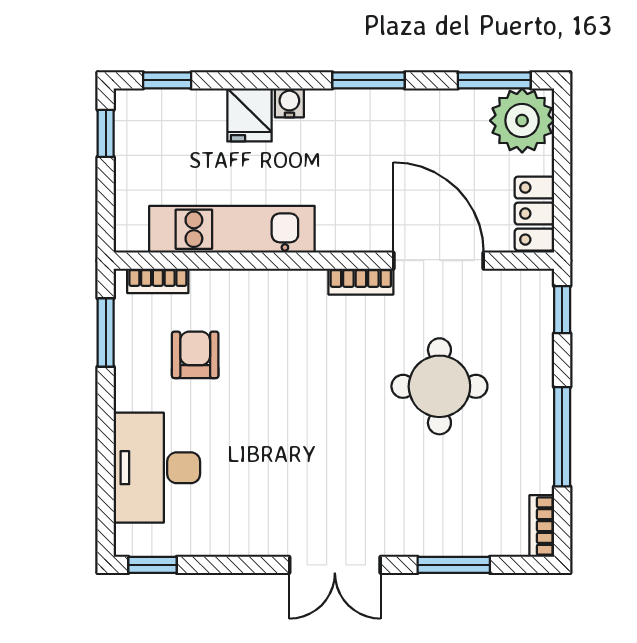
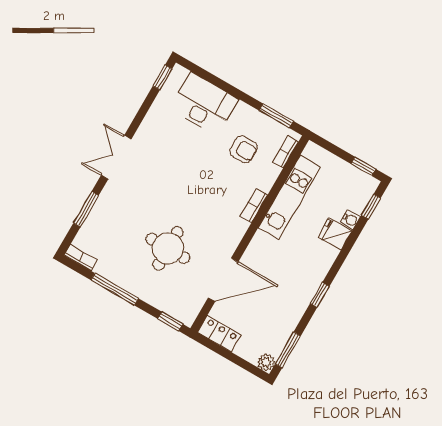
window: (368, 80) -> (320, 295), width x0.67
water cooler: (289, 103) -> (350, 220), moved
plant: (522, 121) -> (266, 362), width x0.53, depth x0.53
bookcase: (361, 282) -> (254, 206), moved

